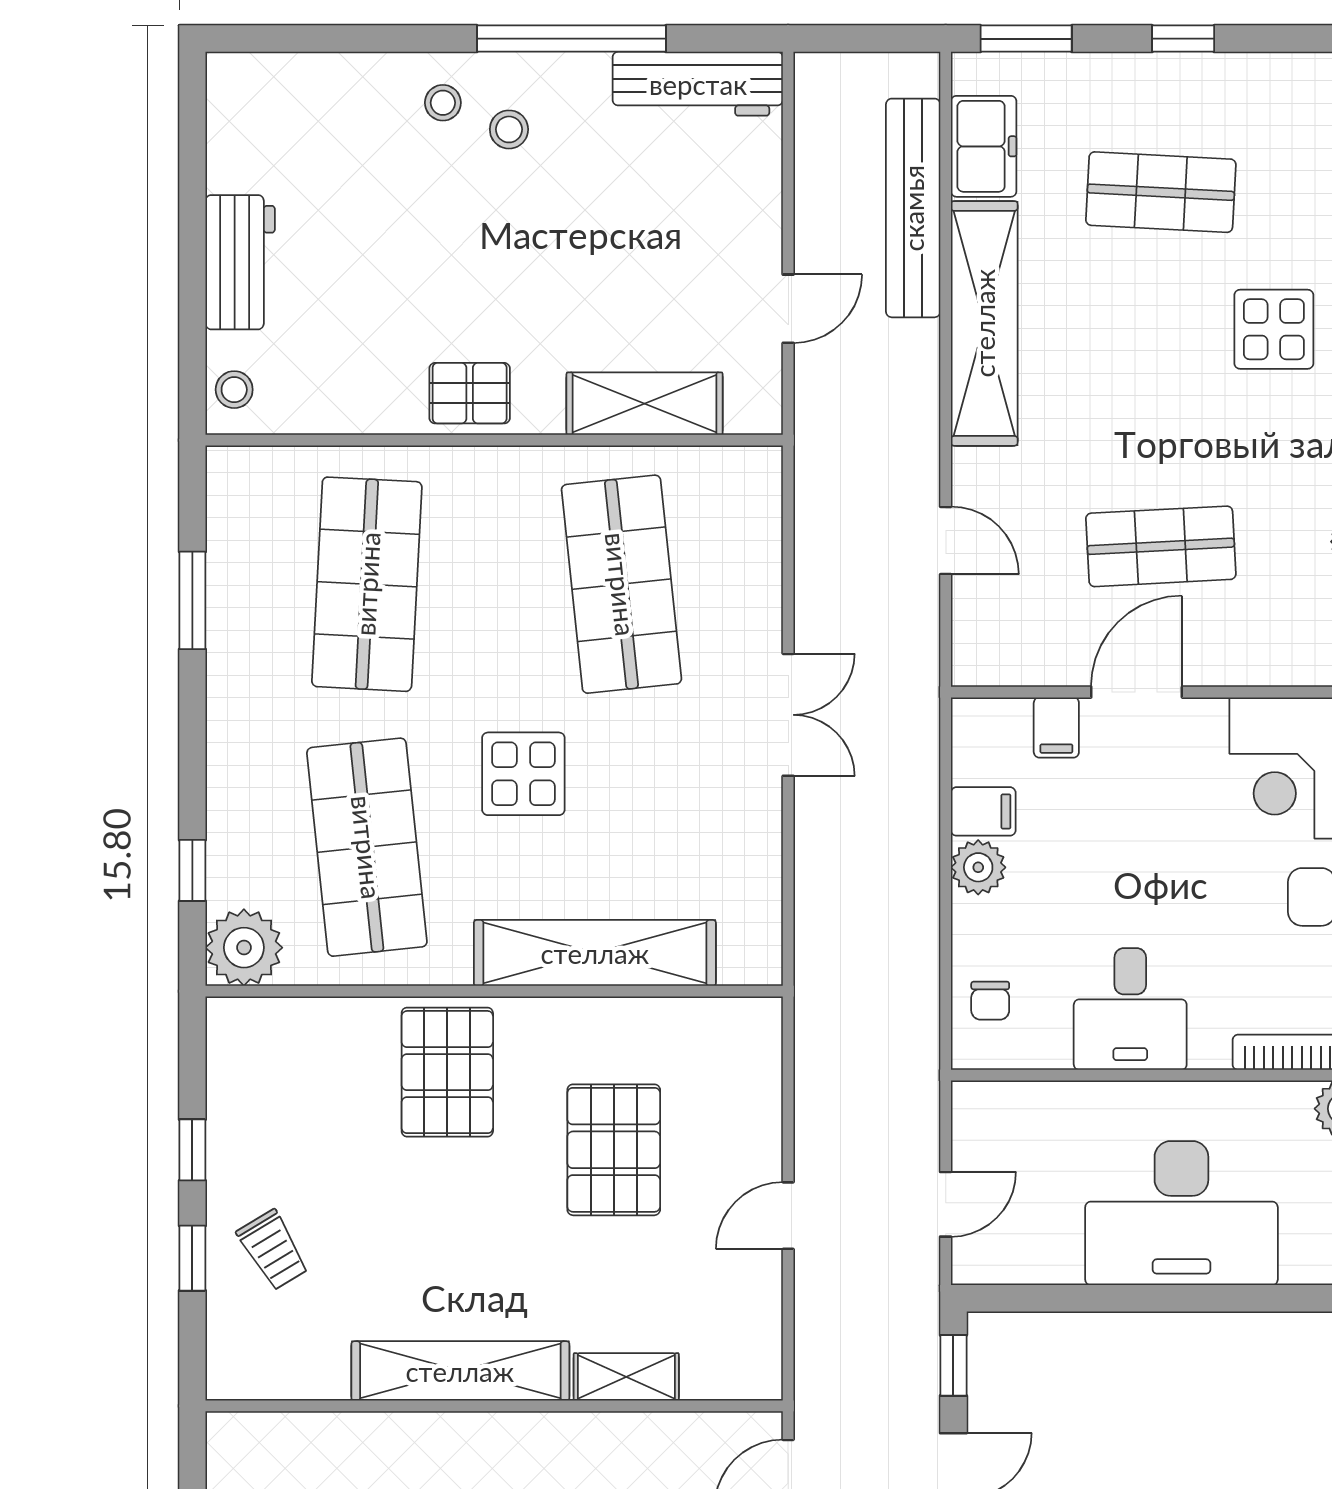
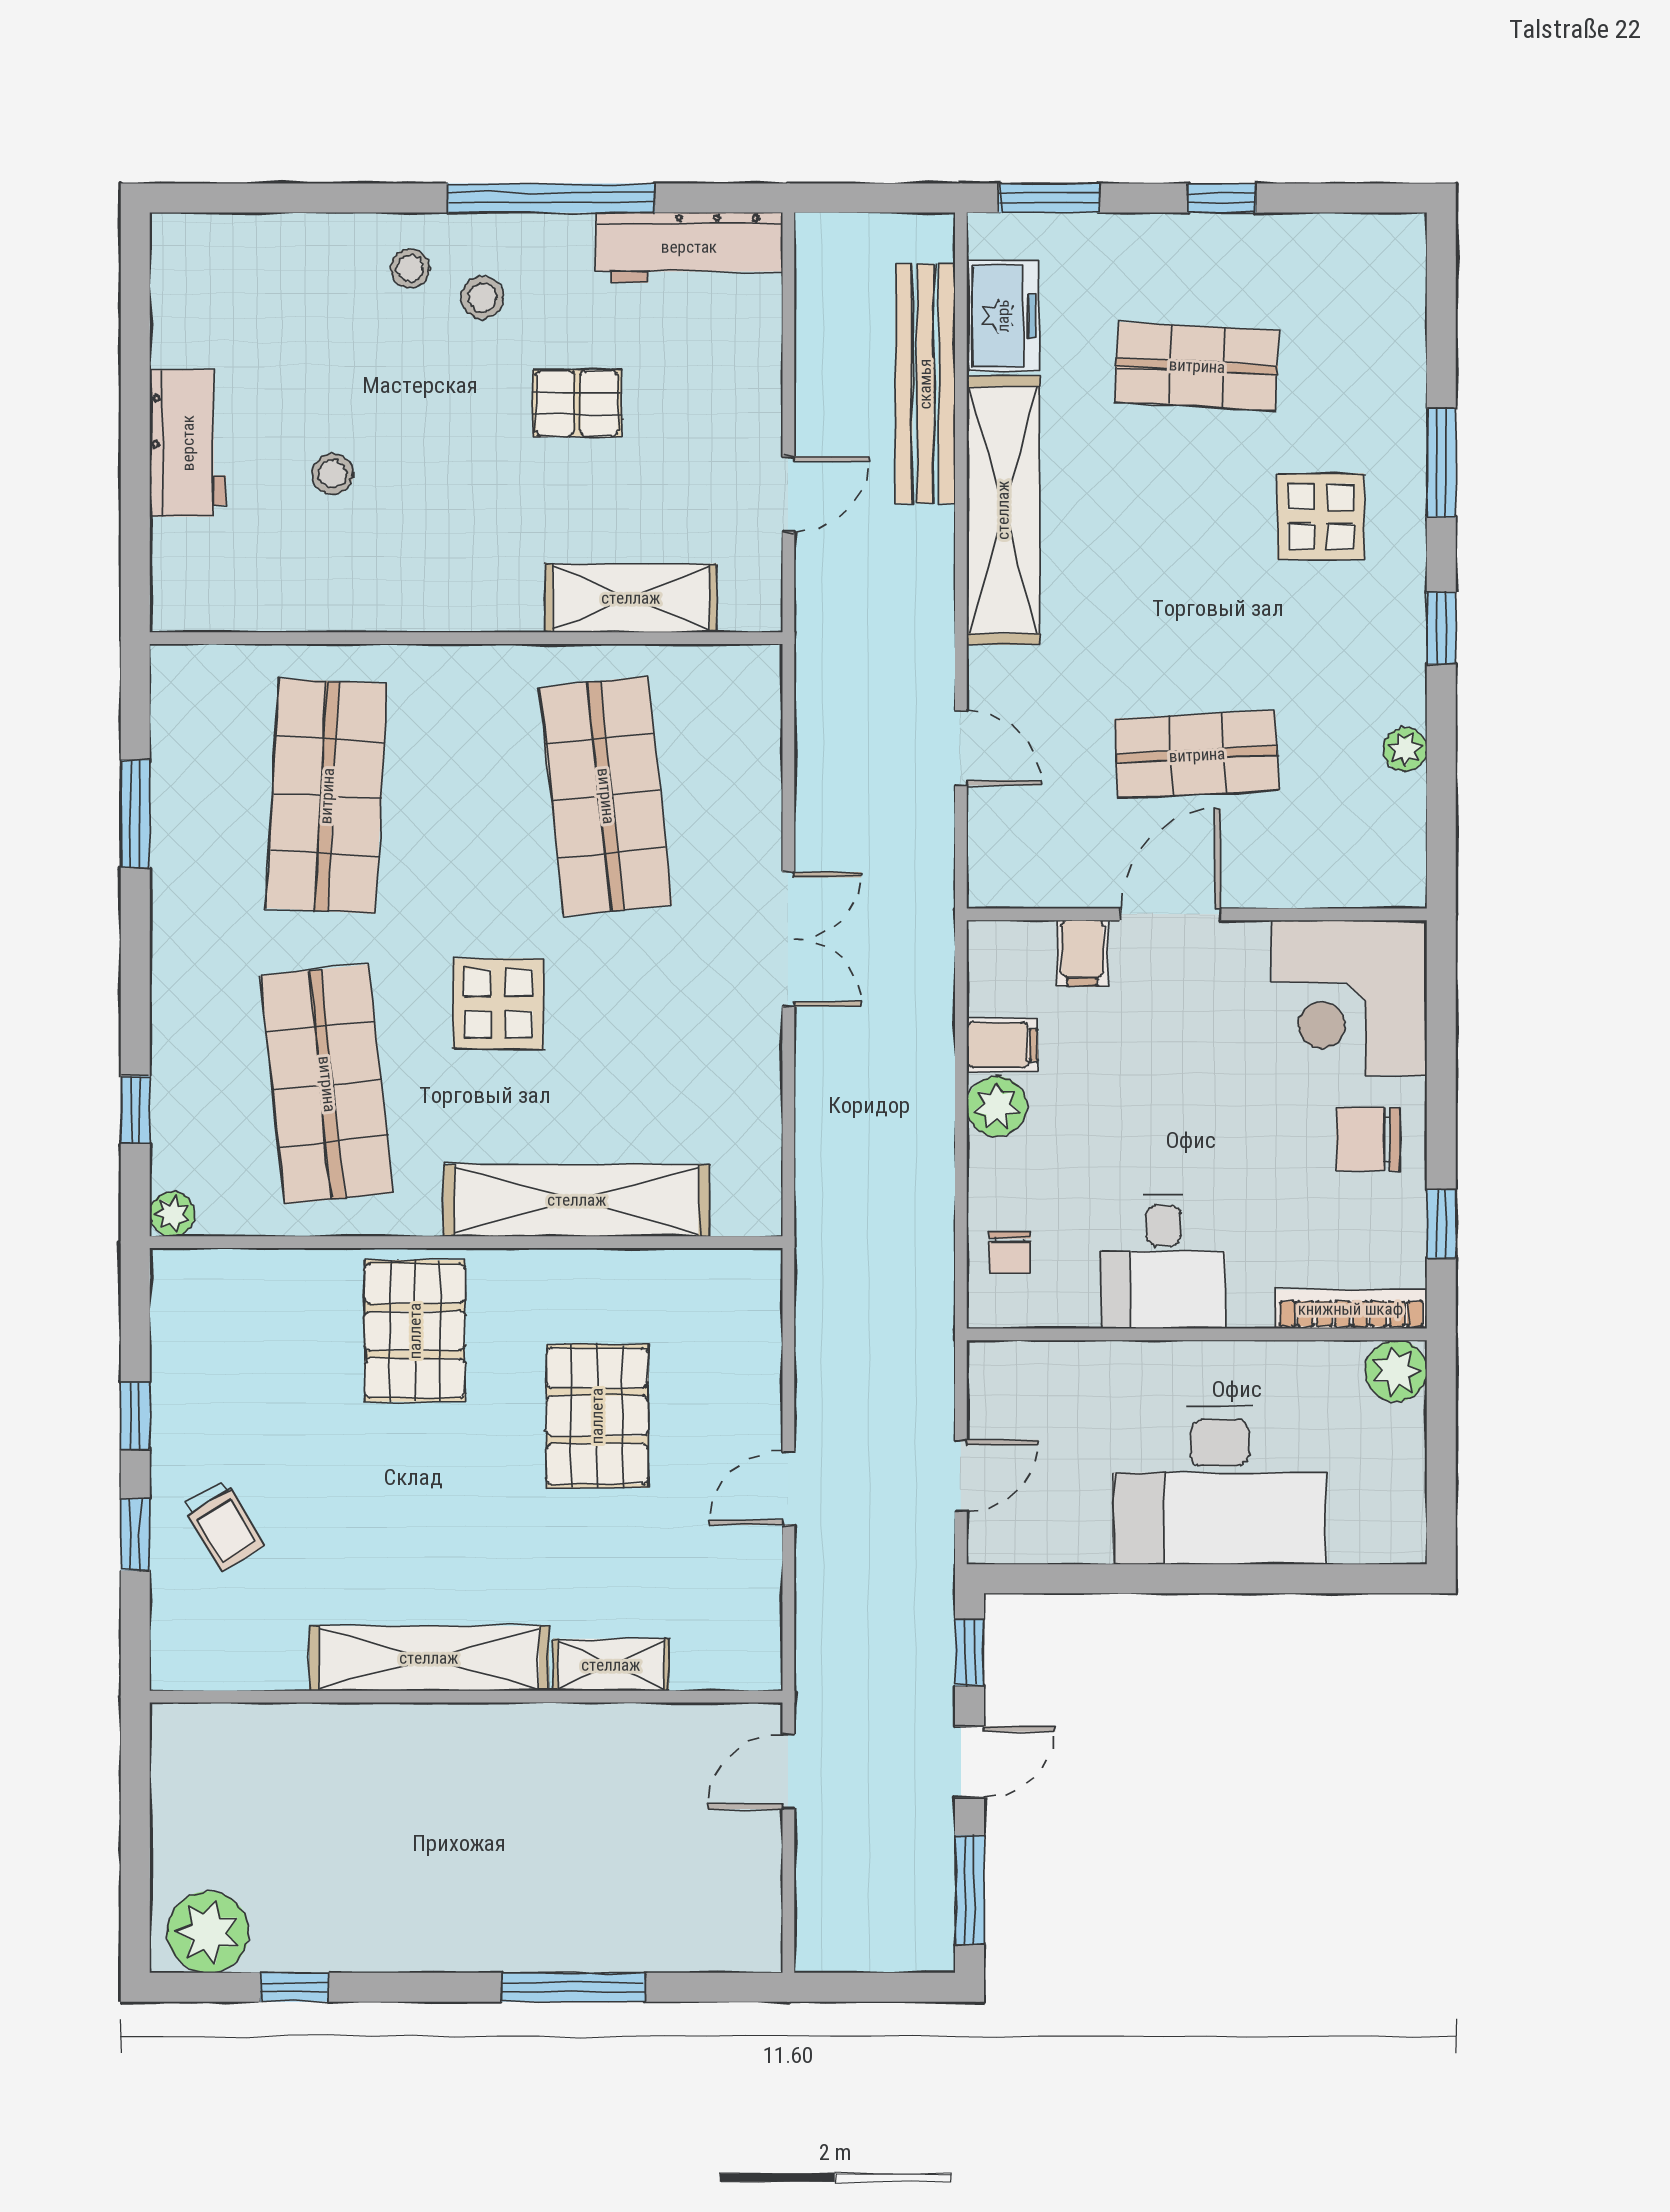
stool: (234, 390) -> (333, 474), moved
pallet: (470, 393) -> (577, 403), moved
plant: (244, 948) -> (172, 1214), width x0.53, depth x0.53

